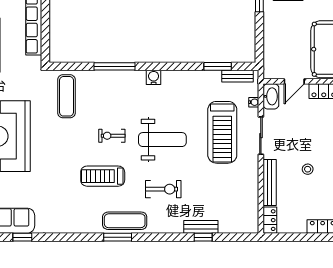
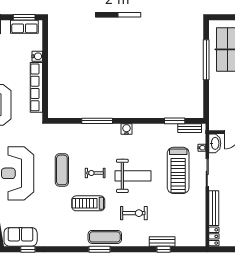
exercise mat: (66, 96) -> (62, 170), moved

